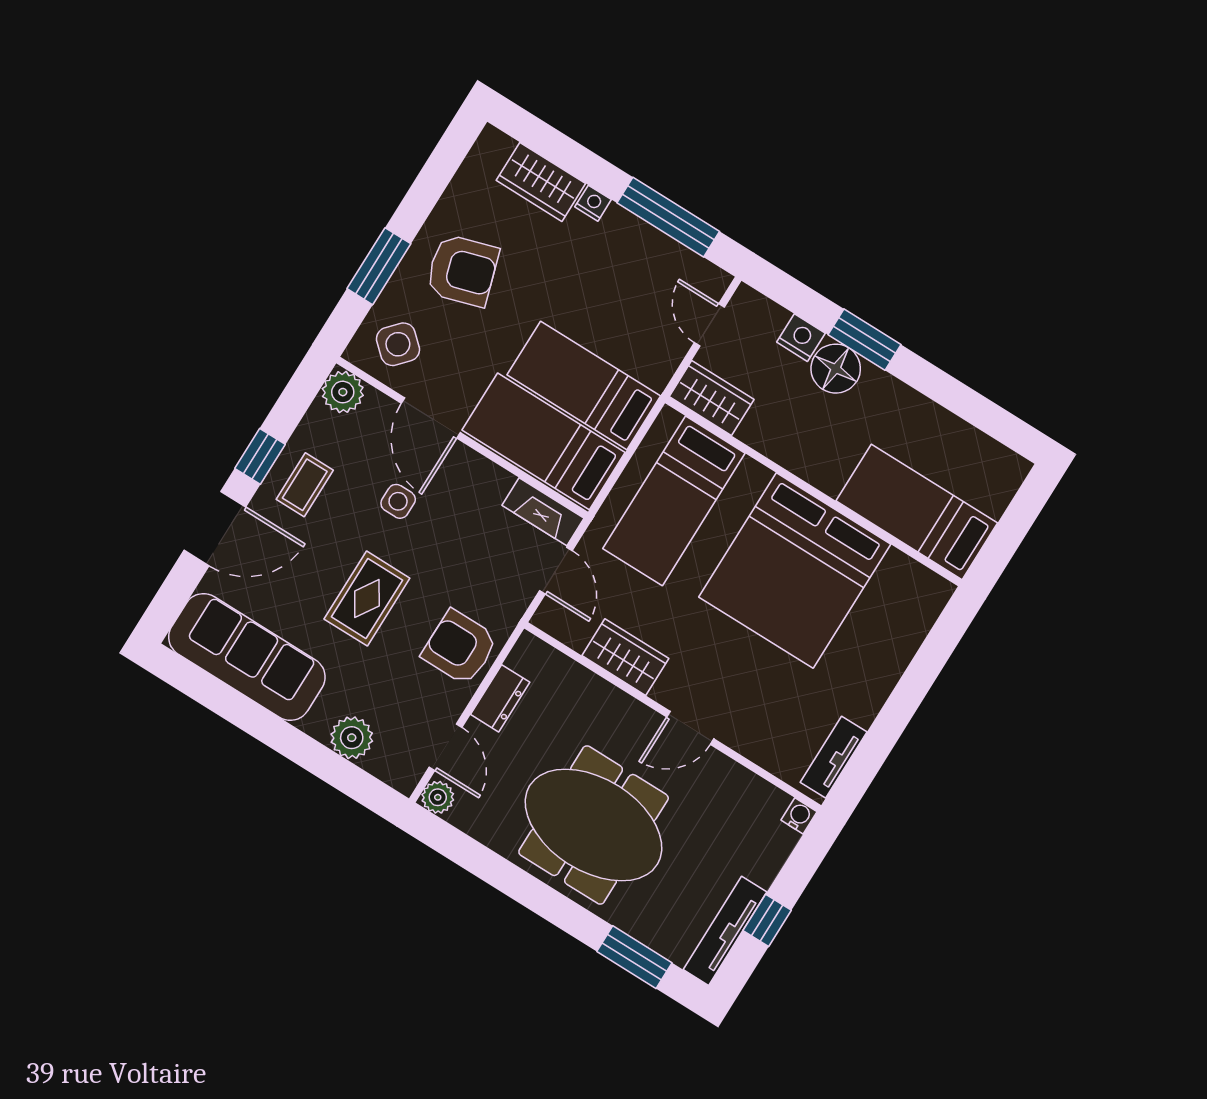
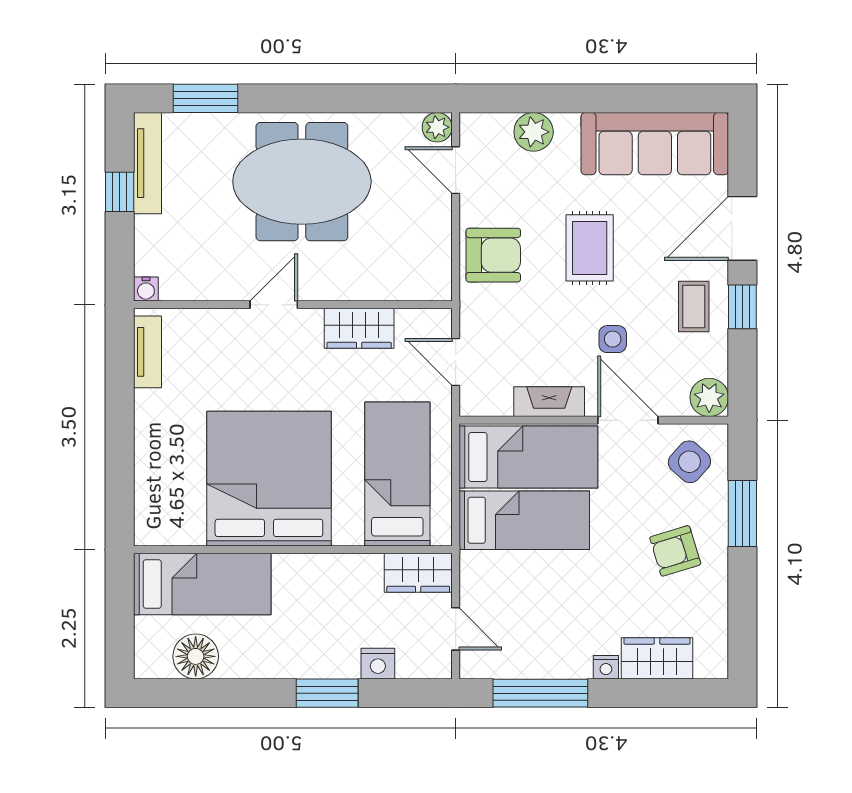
armchair: (462, 270) -> (675, 551), width x0.72, depth x0.72
floor lamp: (836, 369) -> (196, 656), moved
fireplace: (543, 512) -> (549, 402), moved
dresser: (500, 698) -> (437, 235), removed

